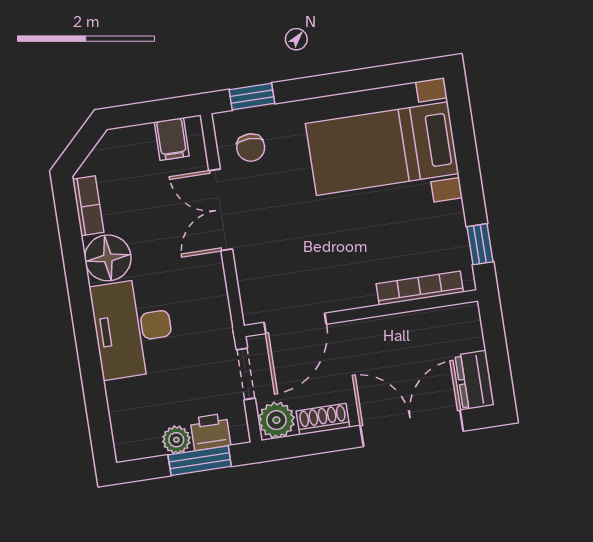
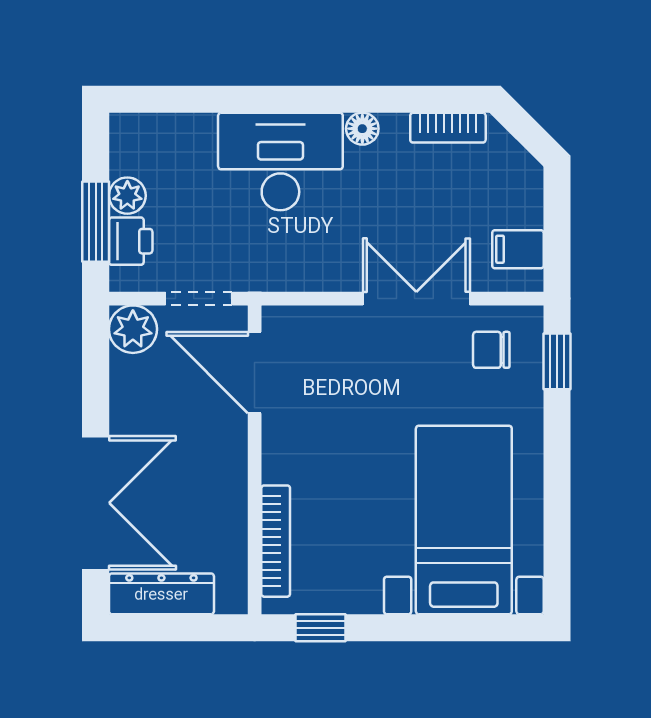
floor lamp: (108, 258) -> (362, 129), width x0.53, depth x0.53
dresser: (475, 380) -> (161, 594), width x1.44
shoe rack: (323, 419) -> (125, 390), removed

